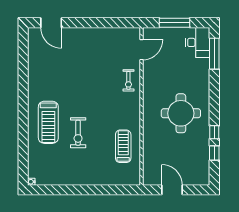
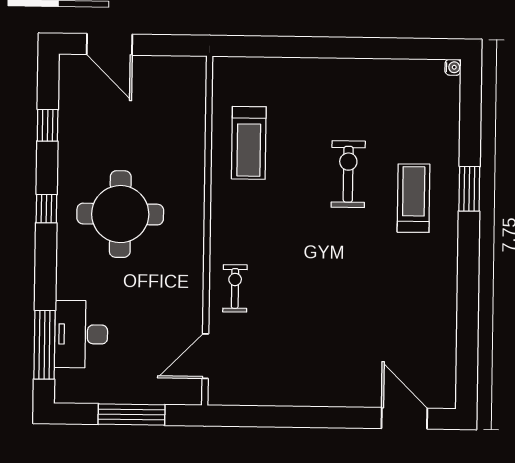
desk: (198, 42) -> (81, 334), moved
treadmill: (48, 122) -> (414, 198), width x0.73, depth x0.73
window: (23, 127) -> (469, 189), added
window: (214, 132) -> (46, 209), moved
door: (172, 190) -> (109, 44), moved

